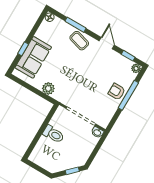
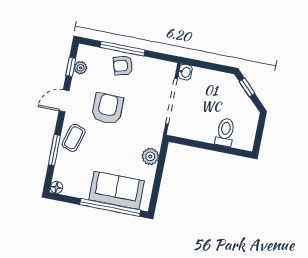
window: (23, 49) -> (110, 207), width x3.17
plant: (136, 68) -> (81, 68), moved
armchair: (91, 71) -> (108, 109), added
armchair: (117, 92) -> (123, 65), turned 73
toilet: (53, 134) -> (225, 132), moved

